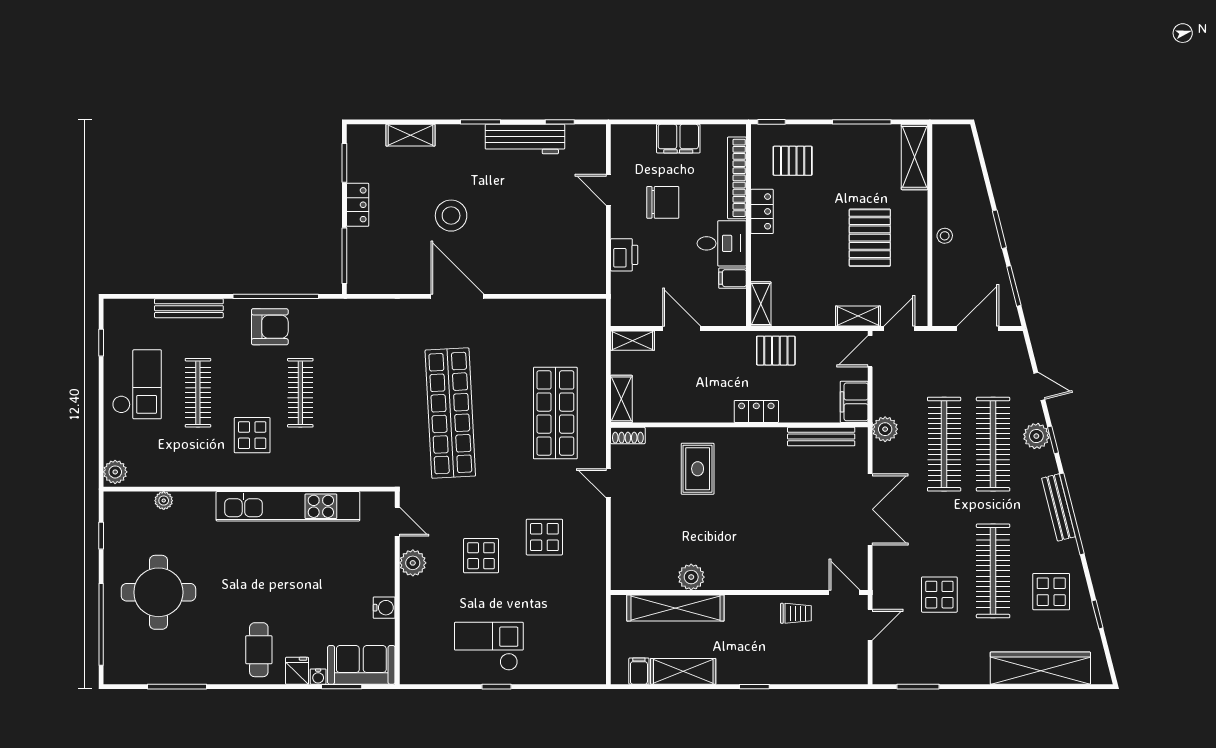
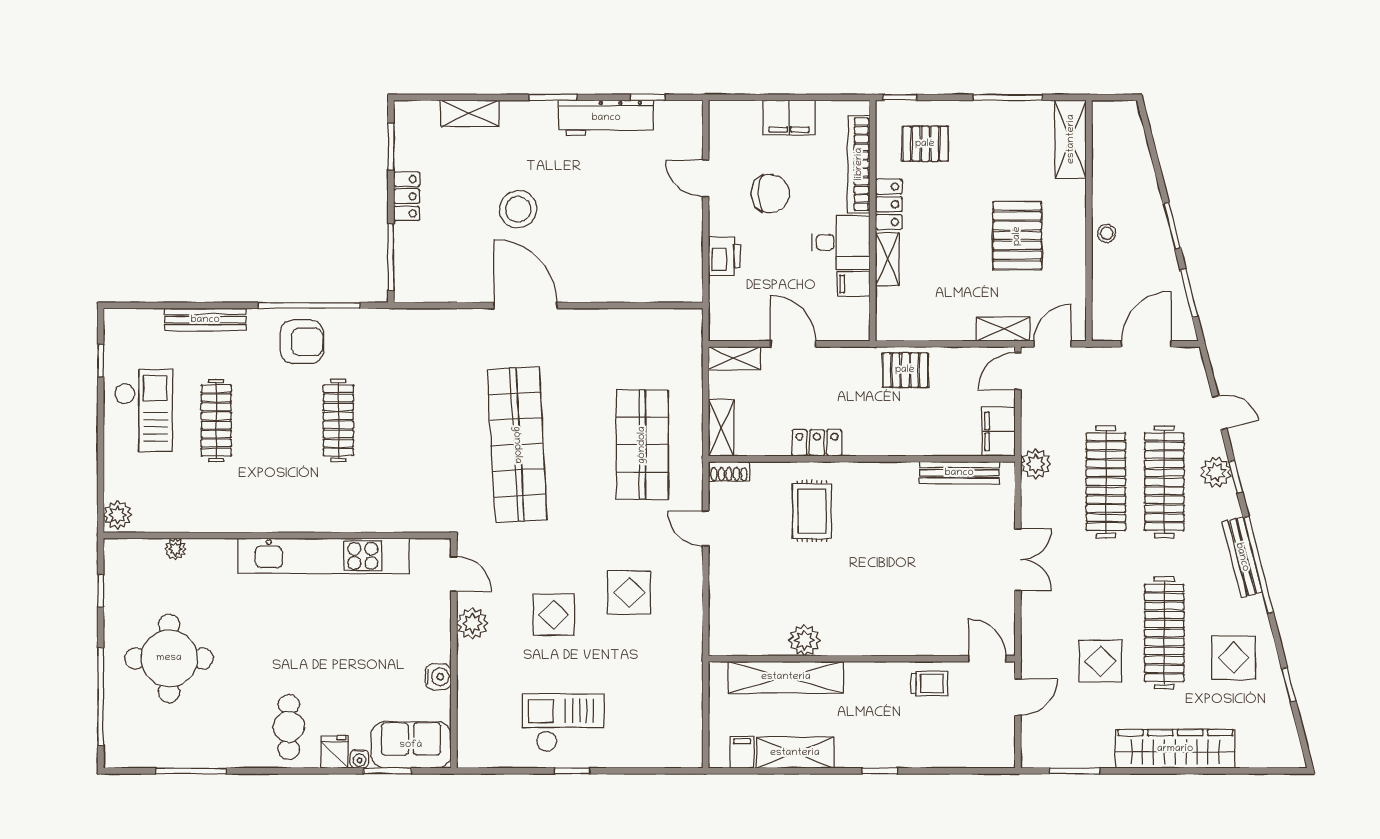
shelving: (761, 304) -> (887, 259), moved
locker: (756, 411) -> (817, 443), moved
display table: (252, 435) -> (281, 471), removed
double door: (870, 509) -> (1018, 560), width x0.73
wardrobe: (1040, 668) -> (1175, 749), moved

